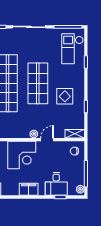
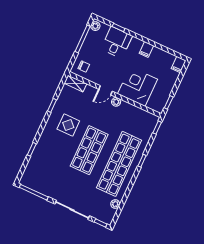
checkout: (72, 49) -> (39, 168), removed
filing cabinet: (29, 189) -> (146, 49), width x0.50

